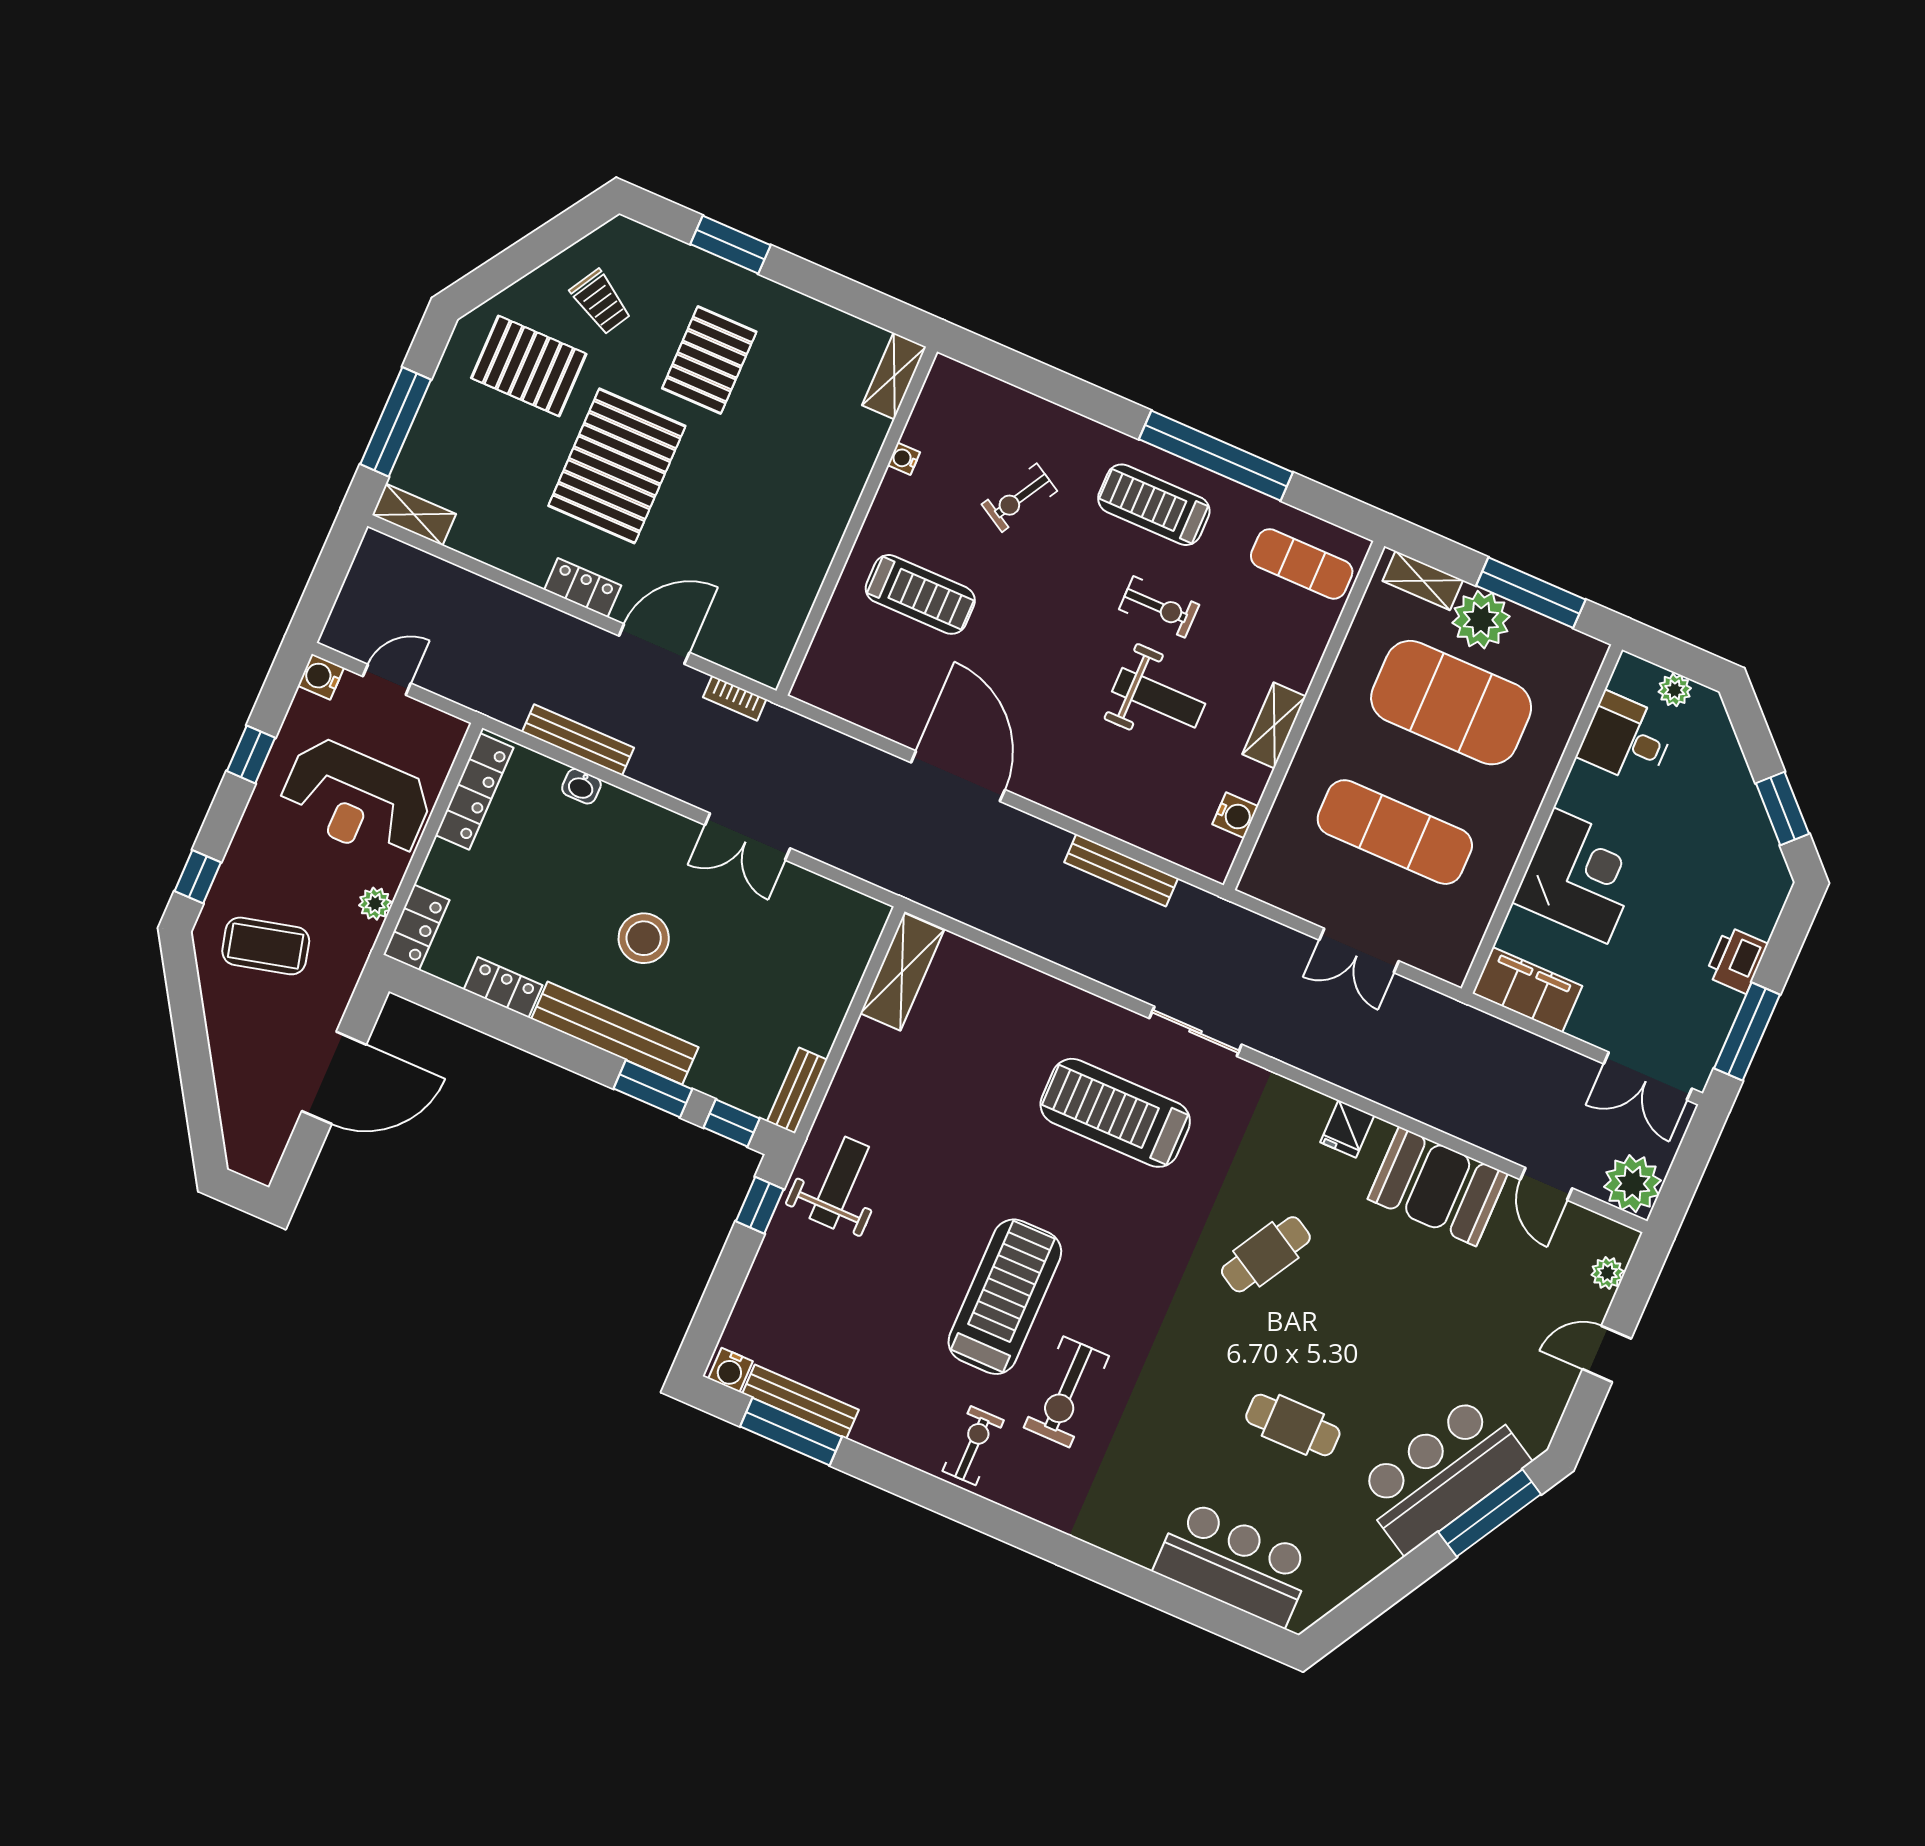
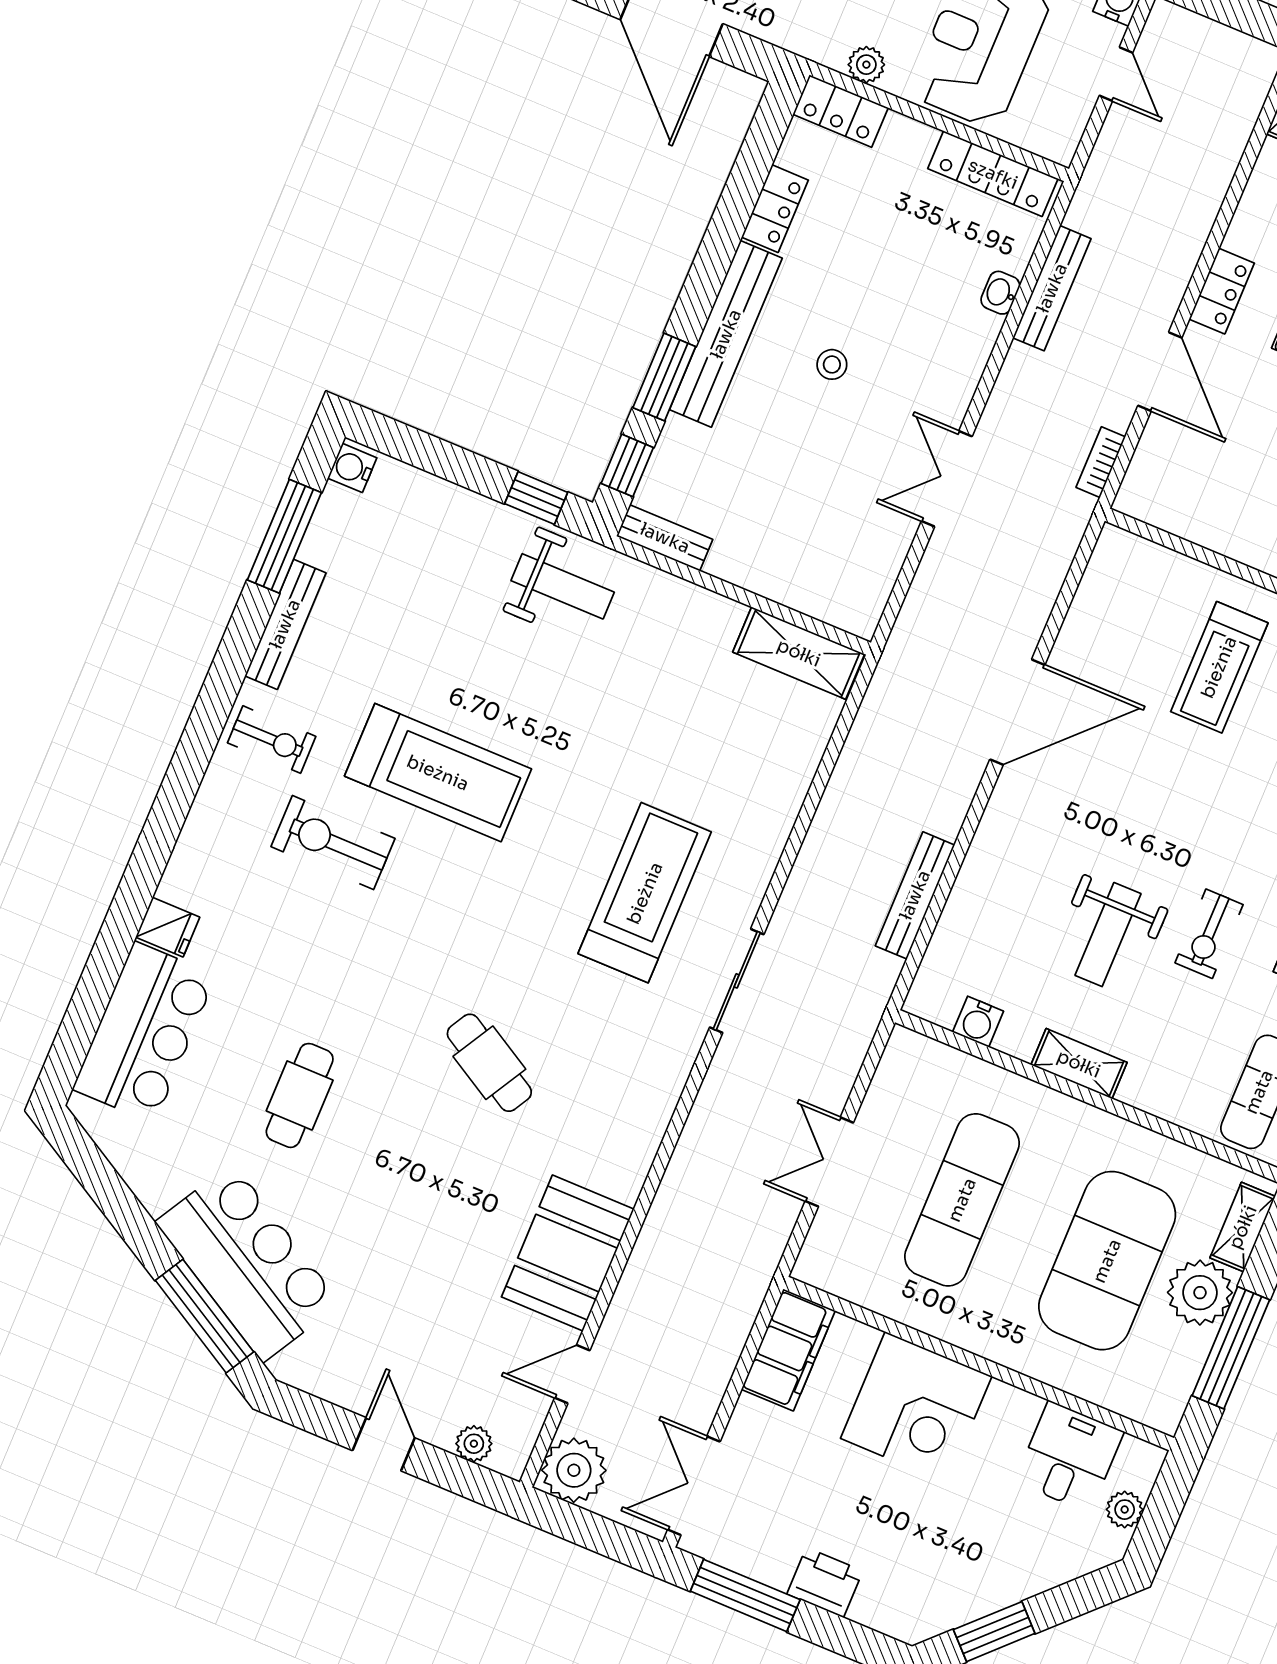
stool: (644, 938) -> (832, 364), width x0.53, depth x0.53
fridge: (1347, 1129) -> (168, 927), moved, turned 180
bench: (801, 1402) -> (285, 624), moved

